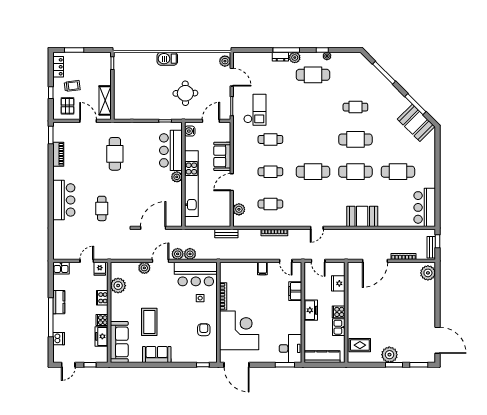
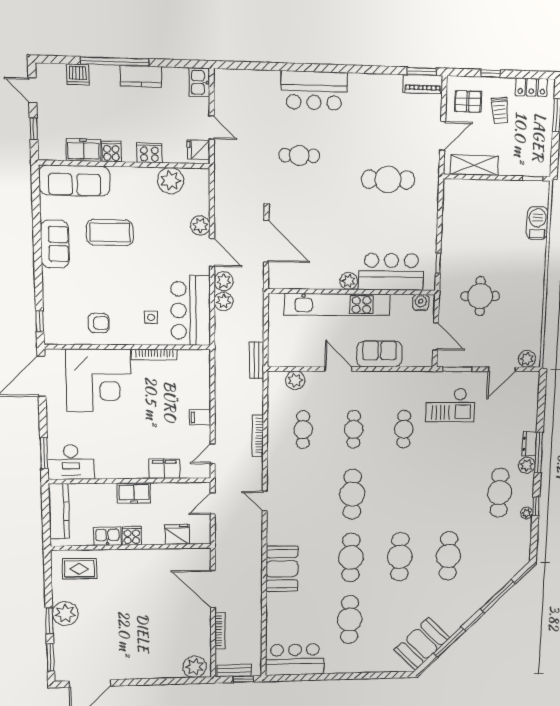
barbecue: (167, 59) -> (537, 223), moved
cafe table: (355, 107) -> (448, 556), width x1.37, depth x1.35
piano: (58, 154) -> (423, 84), moved
rug: (360, 345) -> (79, 569), turned 90

